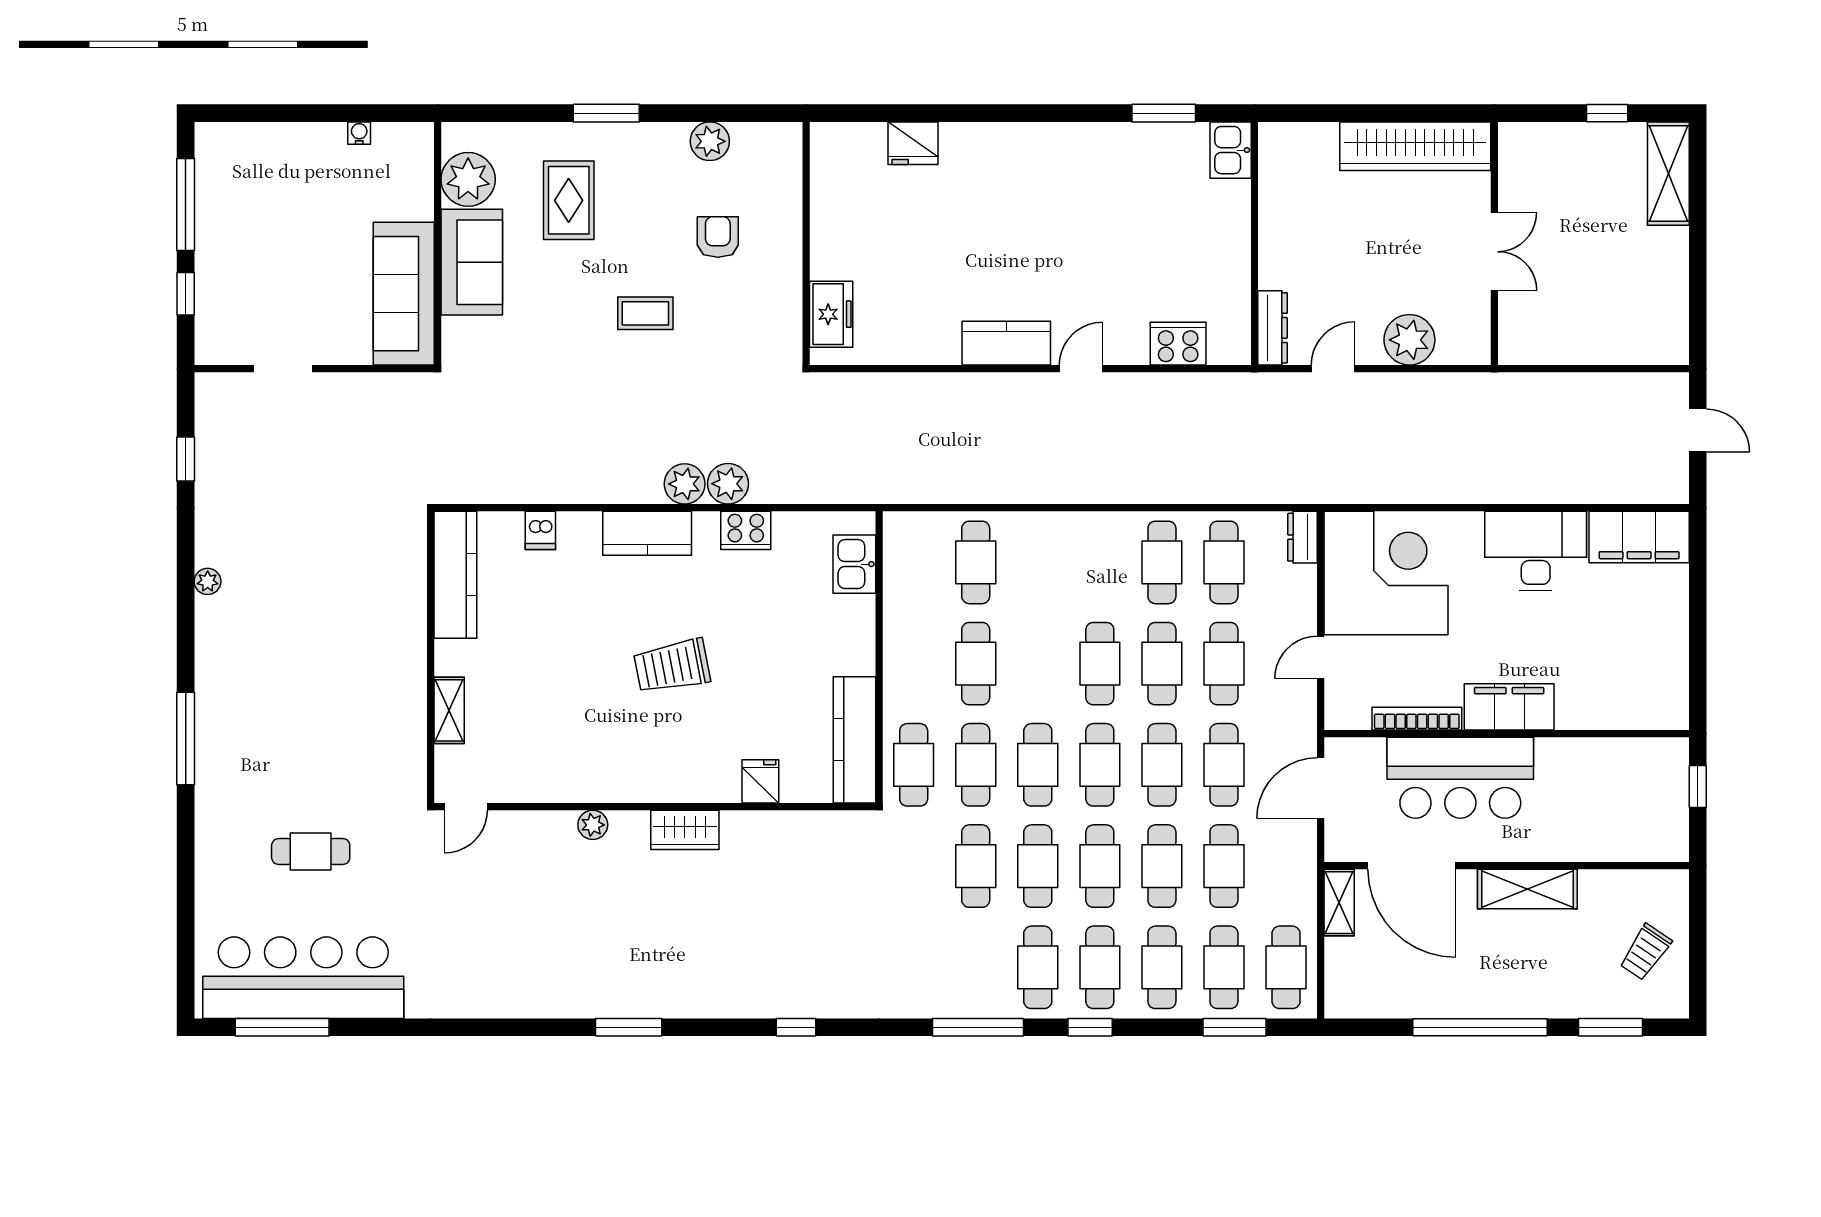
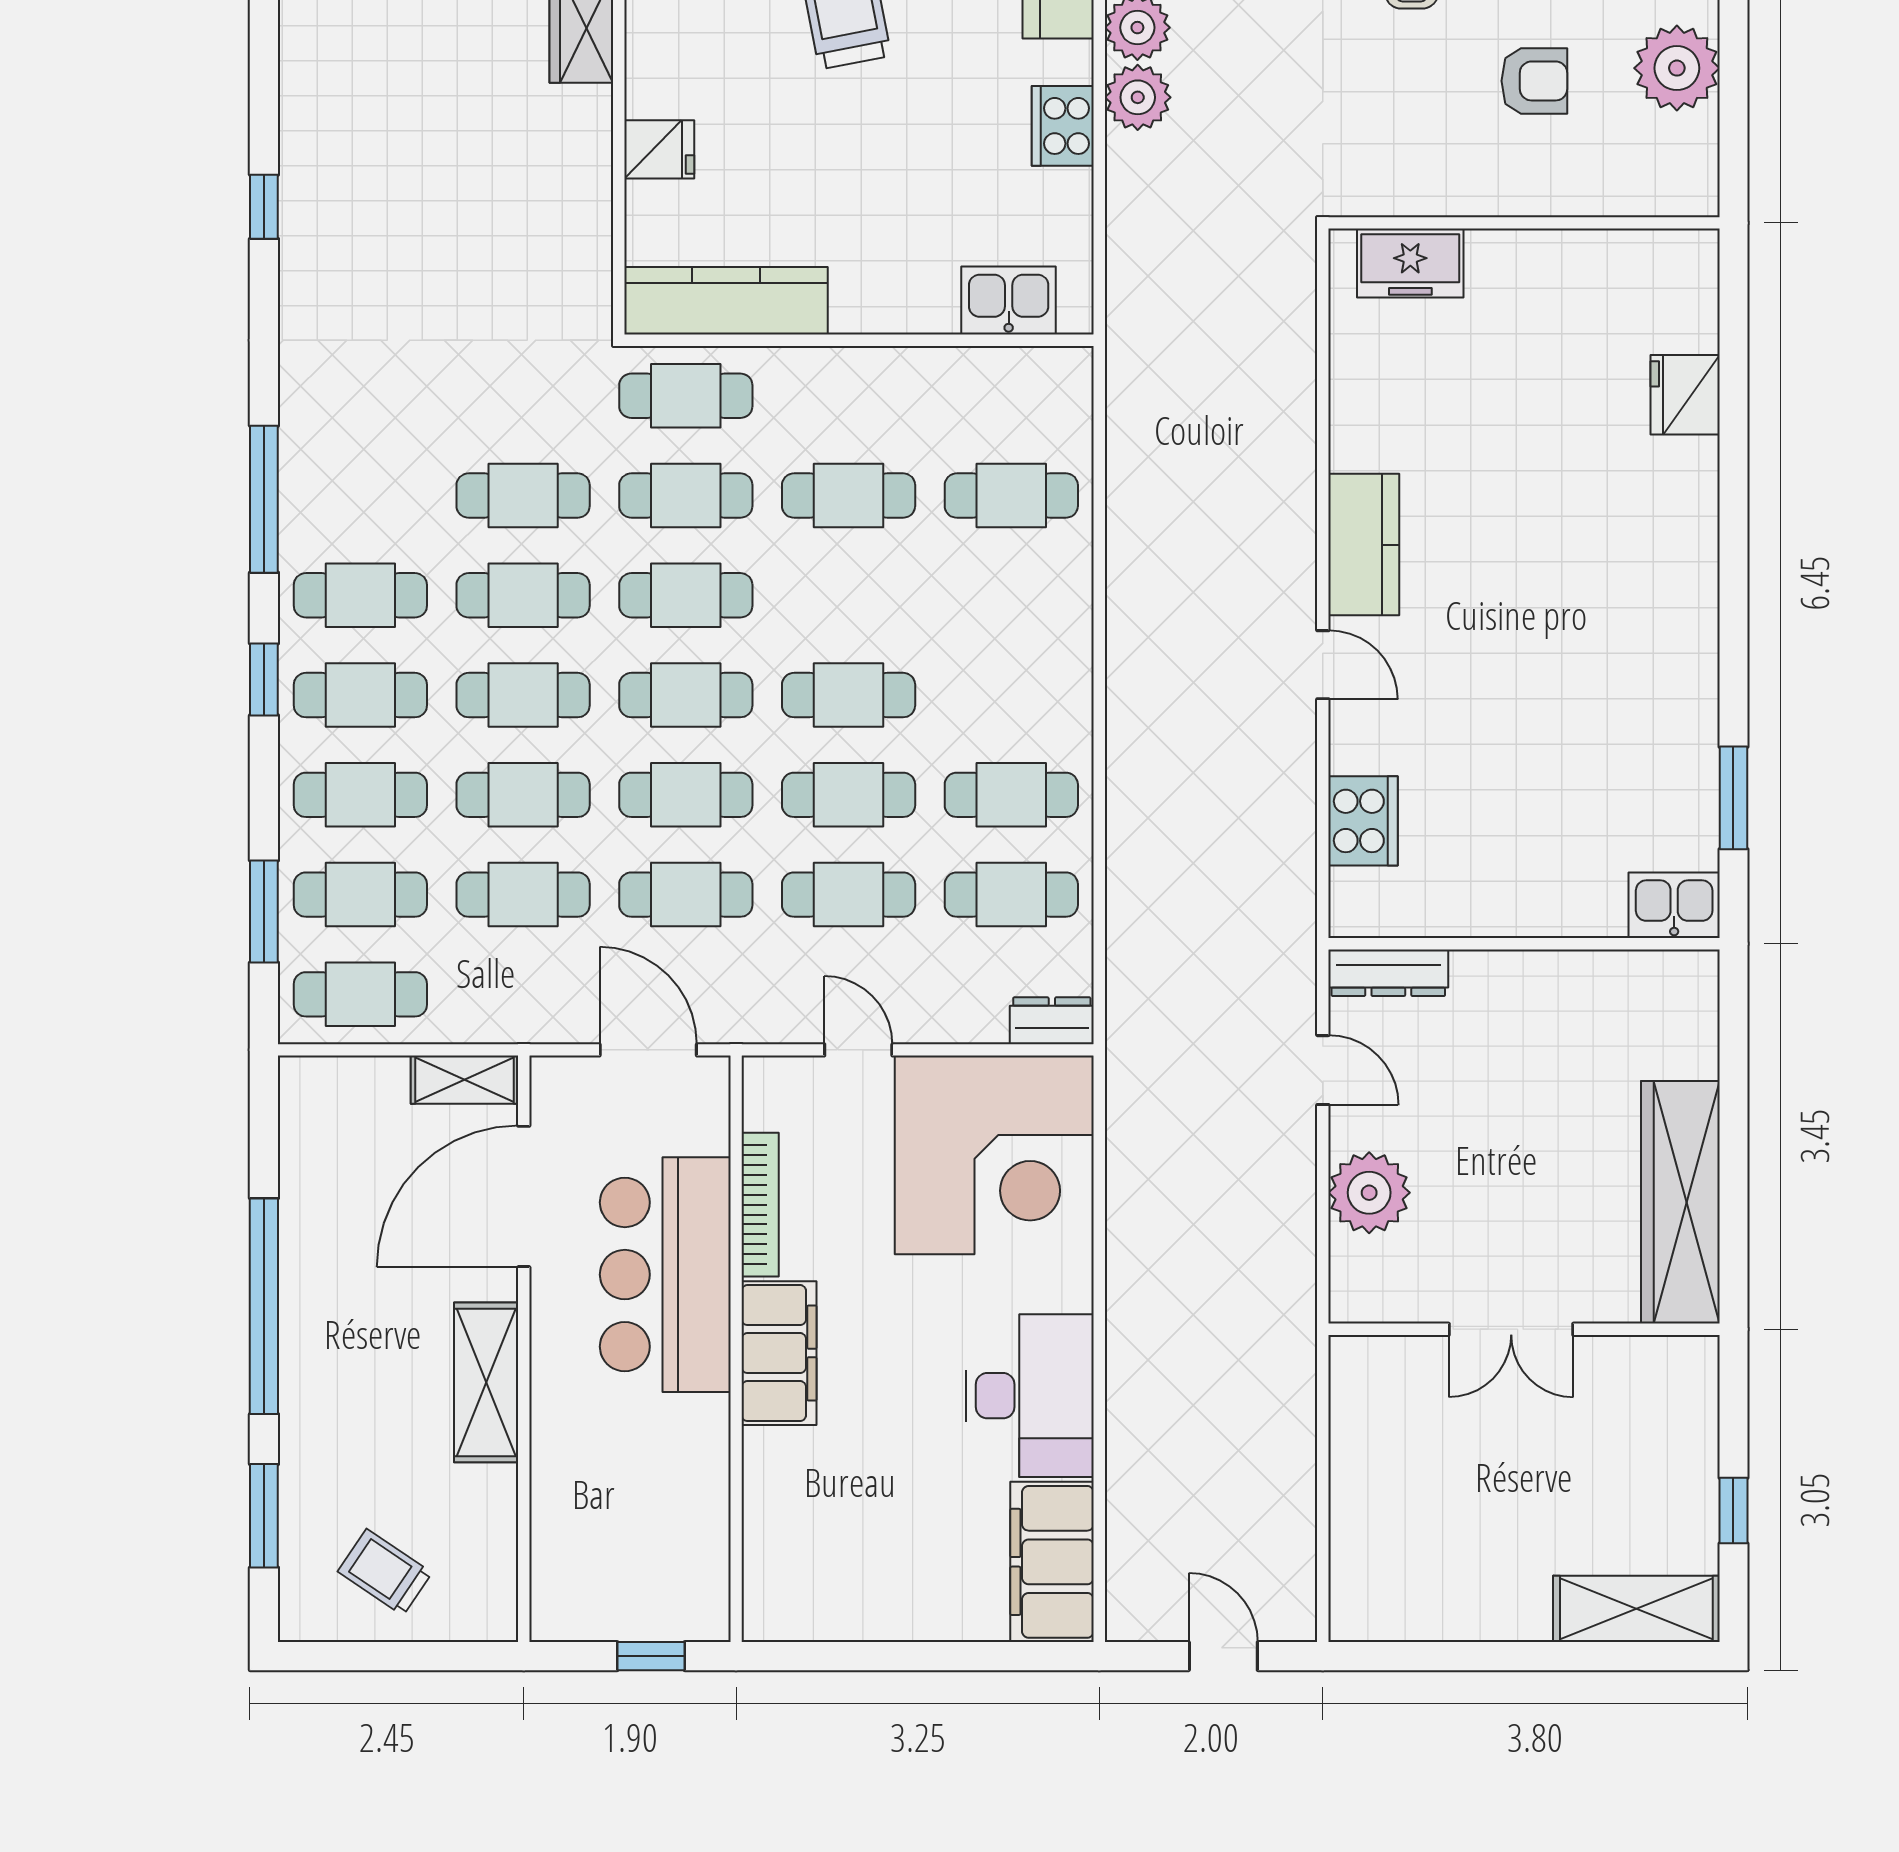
plant: (710, 141) -> (1677, 68), width x1.36, depth x1.36
door: (1698, 430) -> (1223, 1656), swing flipped

